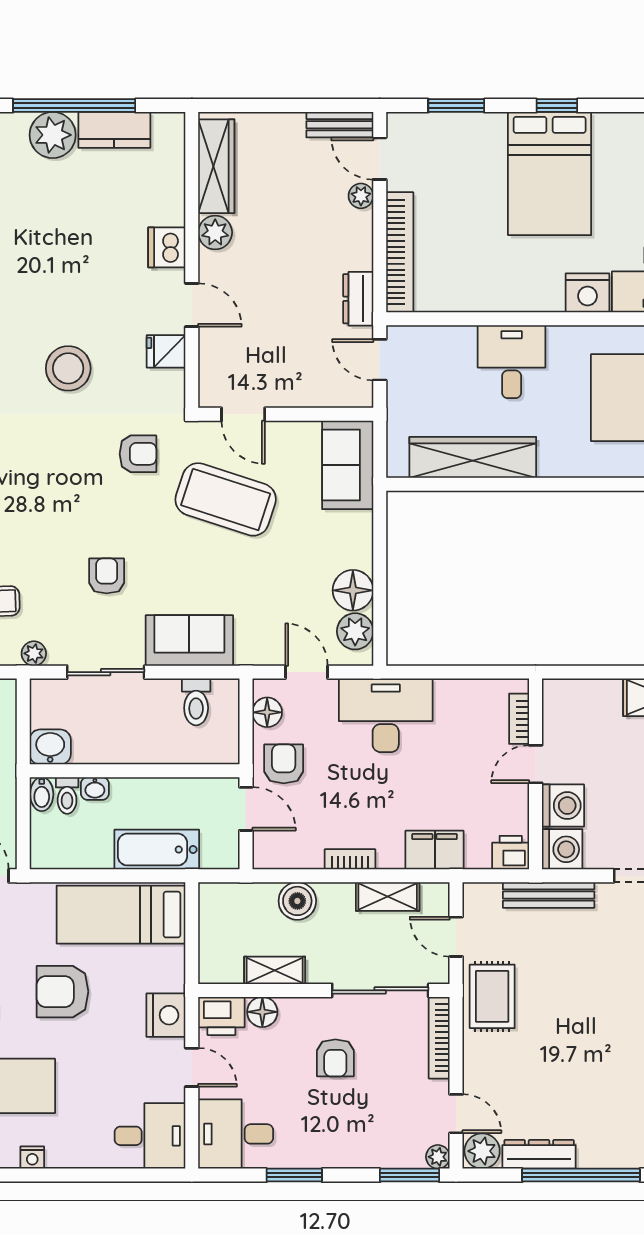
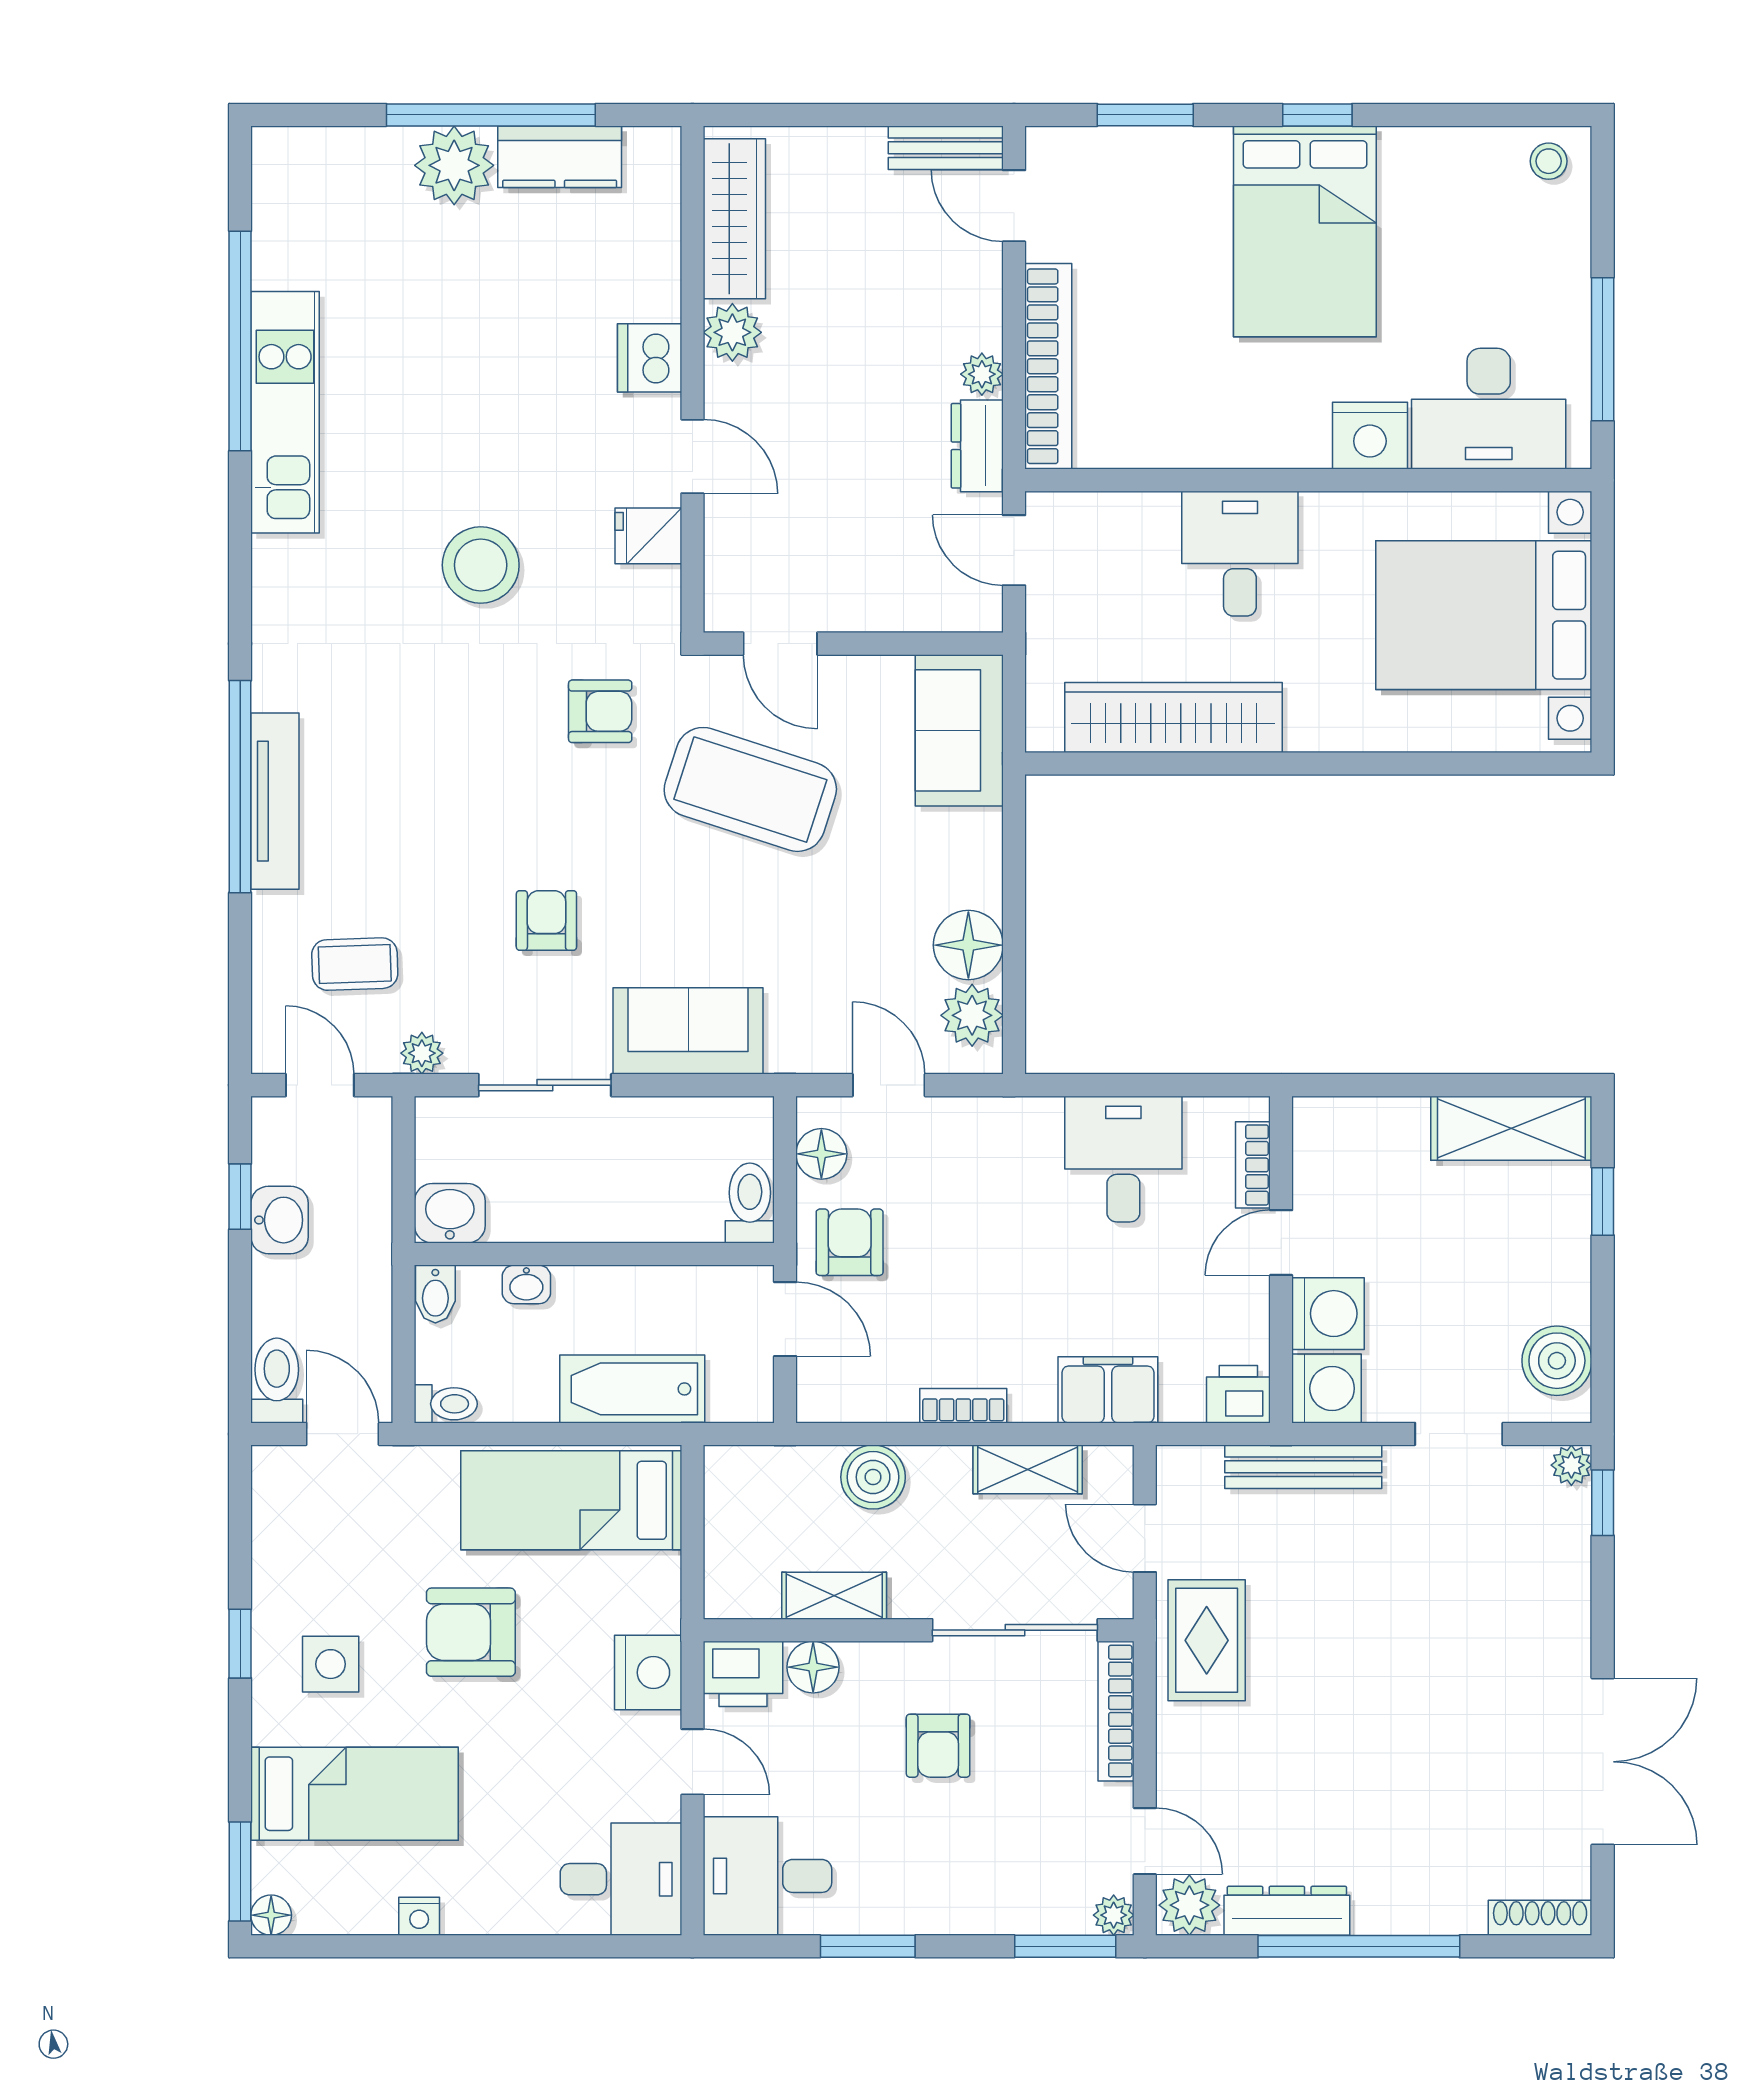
plant: (361, 196) -> (982, 374), moved
toilet: (196, 702) -> (750, 1203), moved, turned 180
desk: (386, 715) -> (1123, 1159), moved, width x0.73
toilet: (67, 795) -> (446, 1404), moved, turned -90

